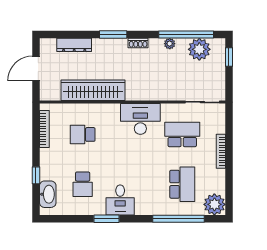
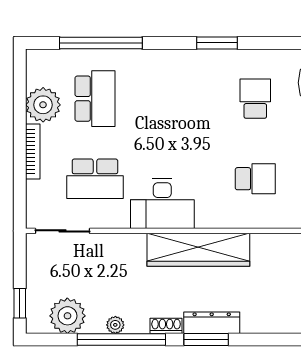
window: (186, 35) -> (121, 339), moved
dresser: (74, 45) -> (212, 323), moved
wardrobe: (93, 90) -> (198, 250), moved
school desk: (182, 184) -> (95, 99), turned 180
desk: (120, 200) -> (195, 73), removed
plant: (214, 204) -> (43, 105), moved

